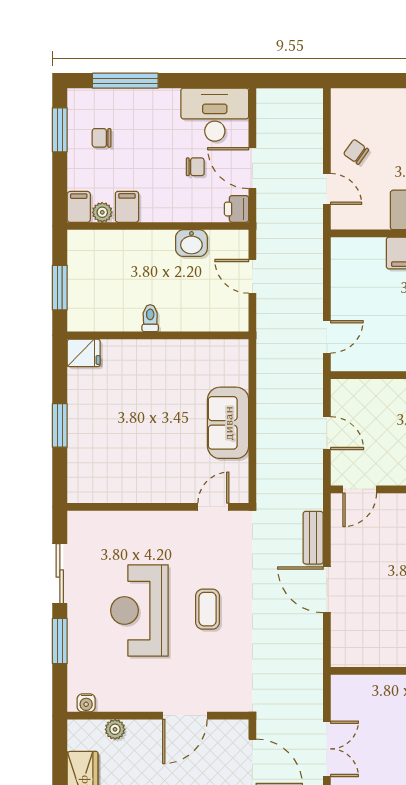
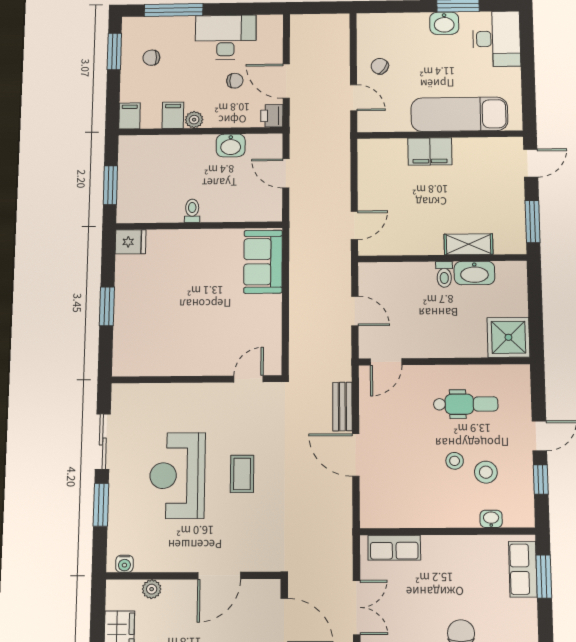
desk: (215, 115) -> (226, 37), moved
plant: (102, 212) -> (194, 120), moved
sofa: (228, 423) -> (263, 262), moved
row of seats: (366, 688) -> (394, 548), added

